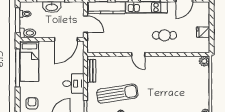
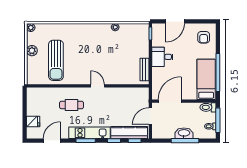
door: (85, 24) -> (150, 116), hinge flipped
fridge: (203, 32) -> (33, 122), moved
plant: (204, 61) -> (32, 51), moved
sun lounger: (117, 94) -> (56, 60), moved, turned -81

